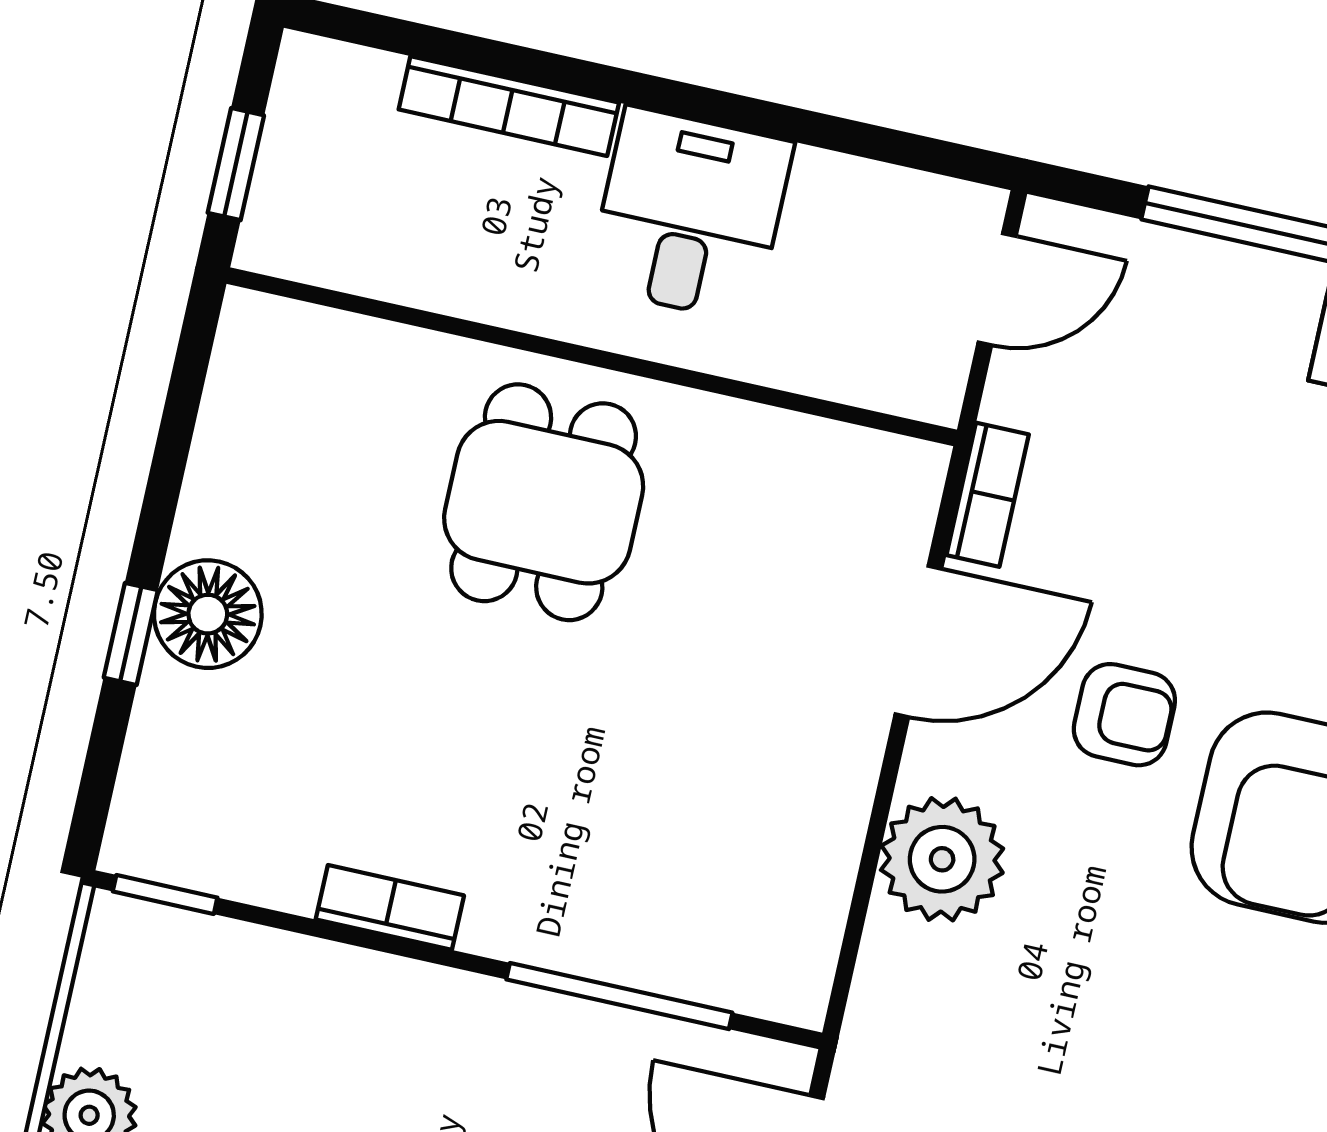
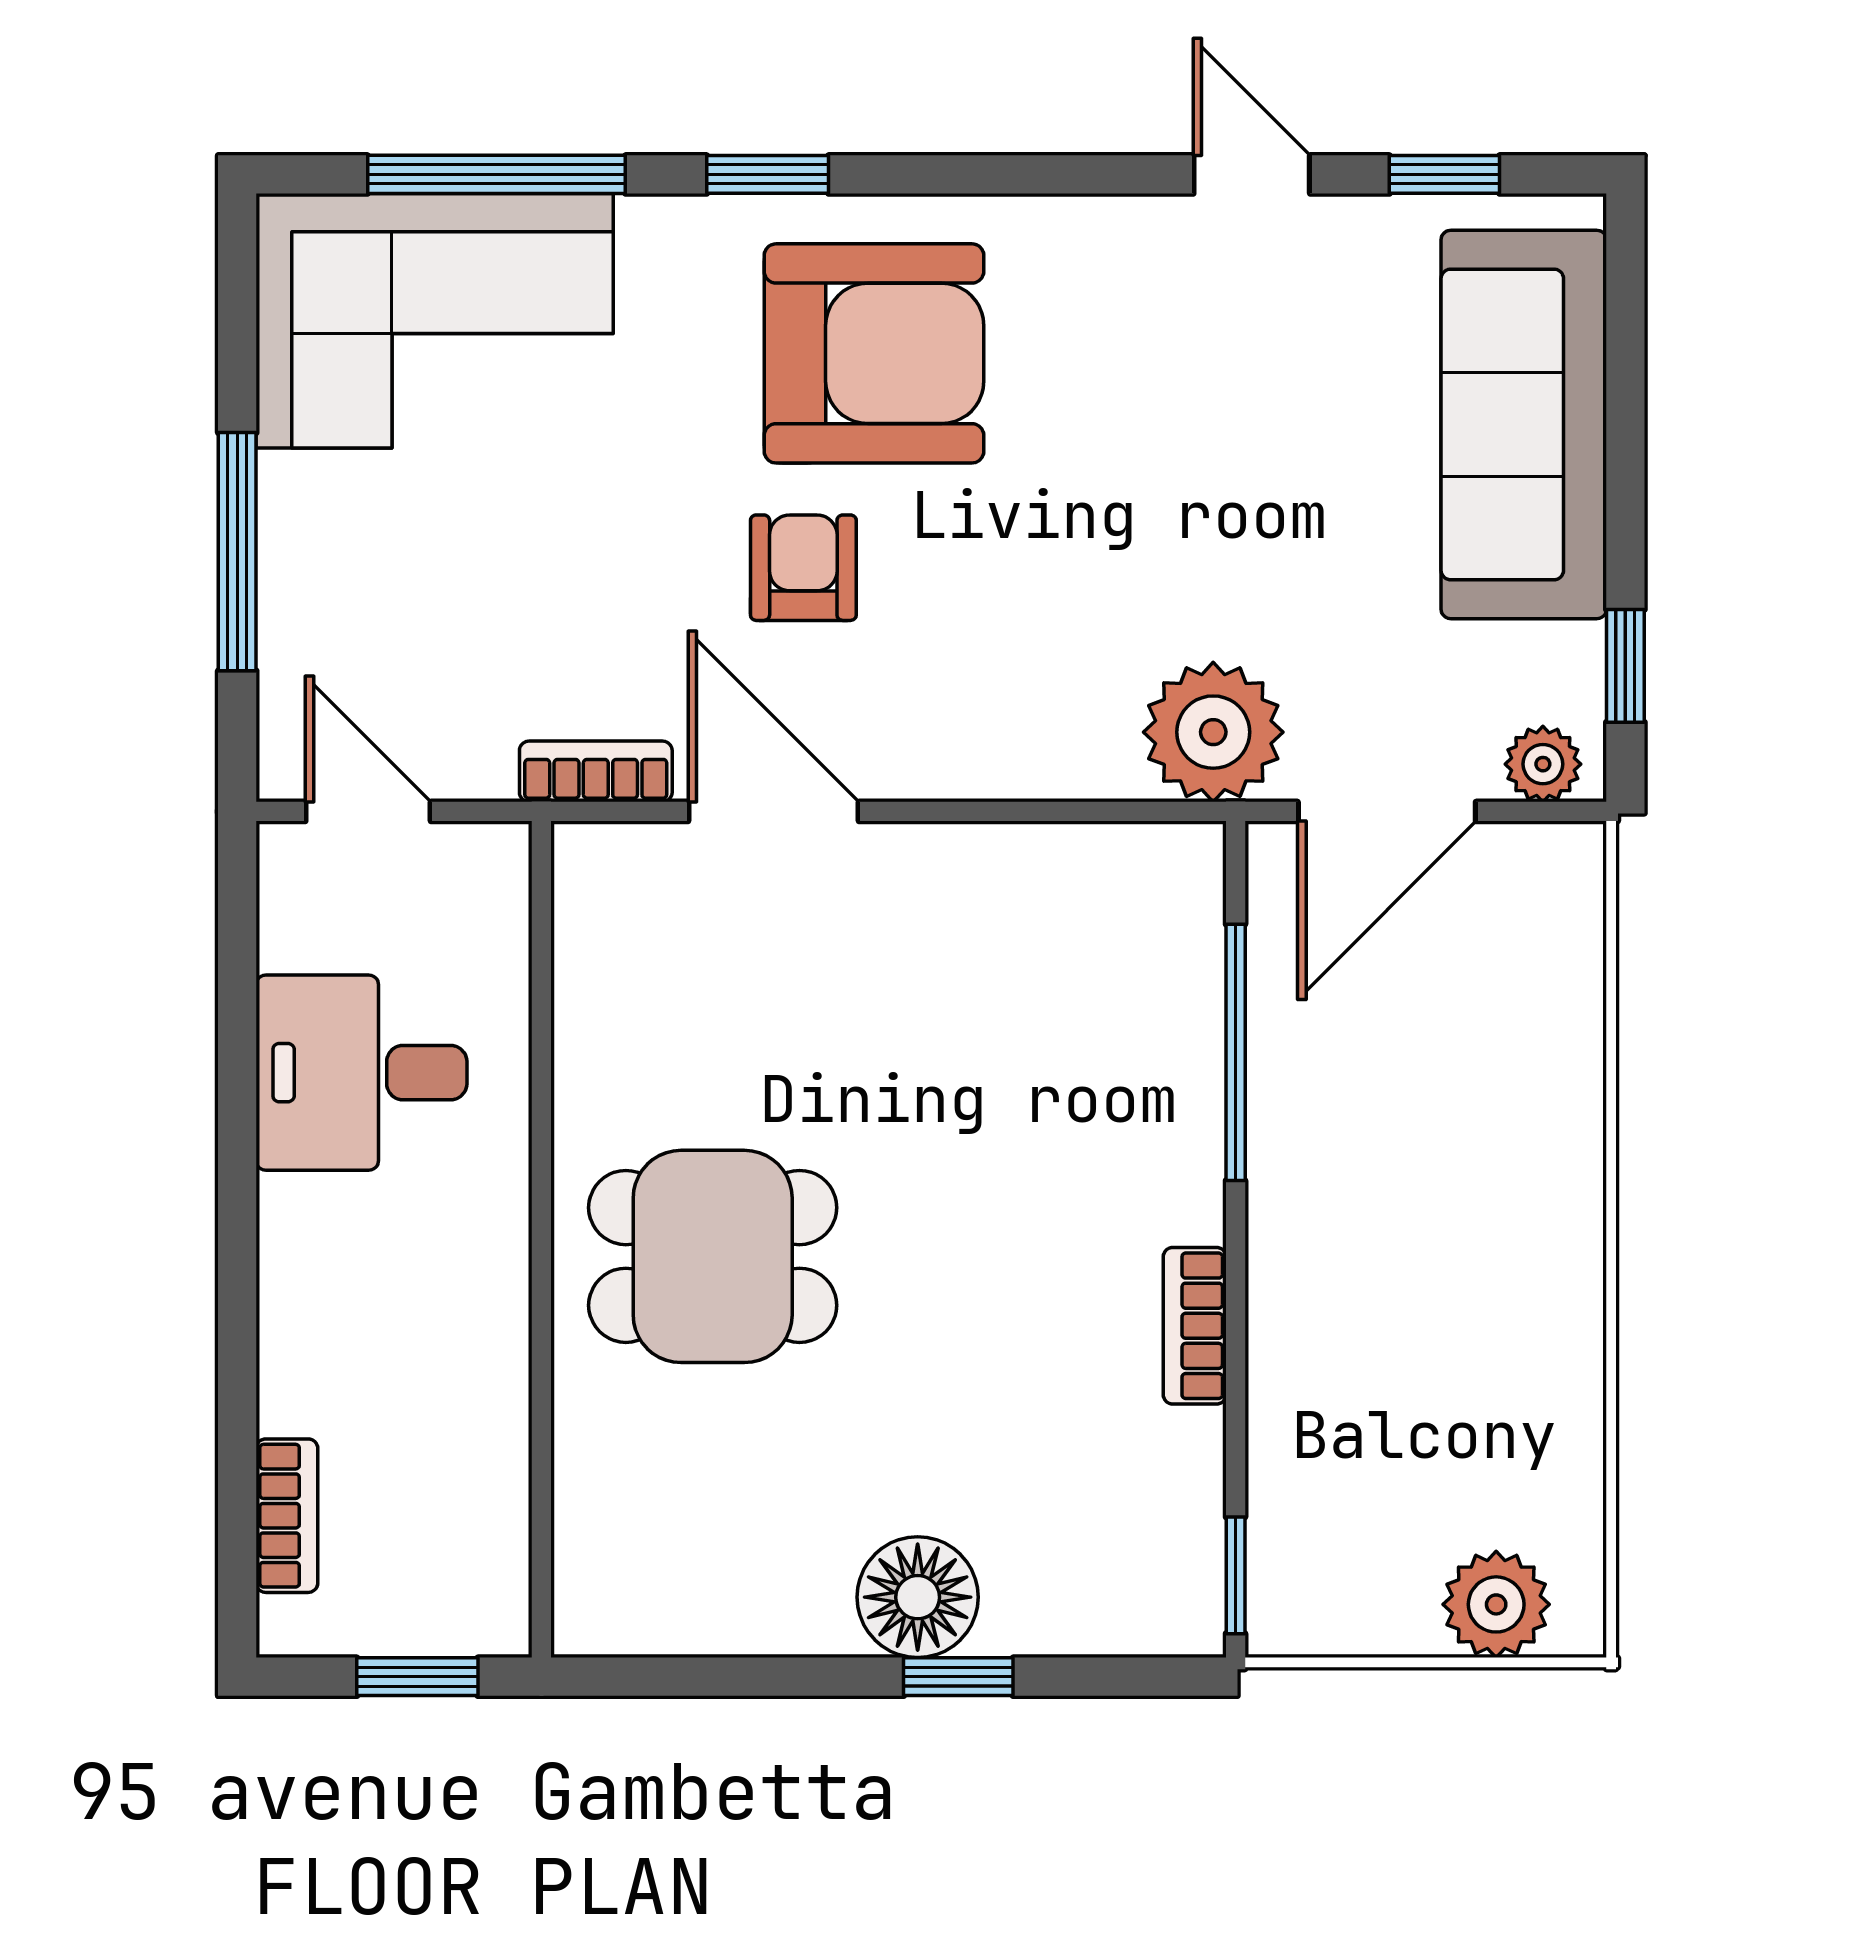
bookcase: (509, 106) -> (287, 1516), moved, width x0.64
desk: (690, 215) -> (361, 1073), moved
plant: (942, 859) -> (1213, 732), moved

